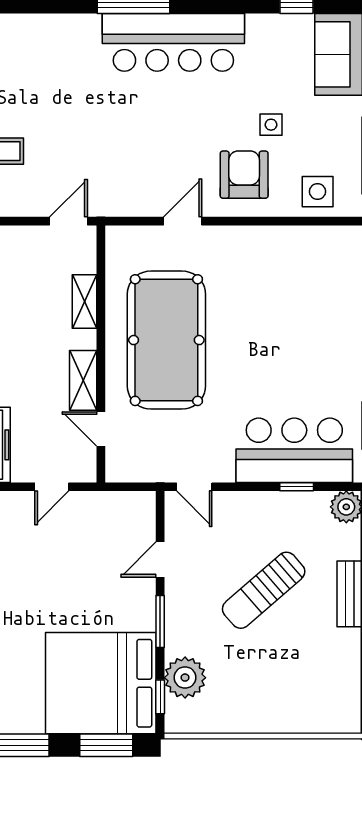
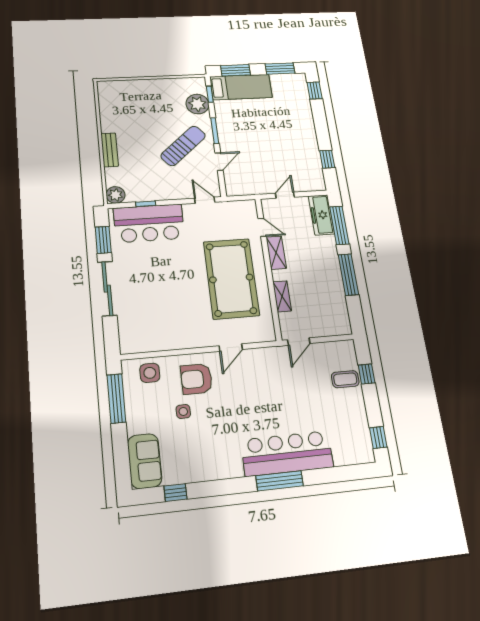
bar counter: (173, 42) -> (287, 453), moved
armchair: (244, 175) -> (197, 379), turned 90
sun lounger: (264, 590) -> (183, 146), moved
bed: (101, 683) -> (241, 87), width x0.49

